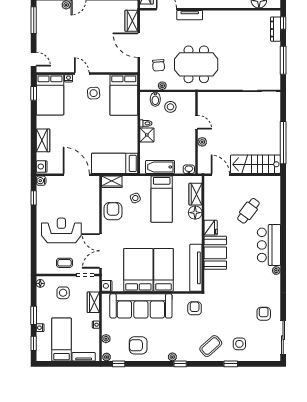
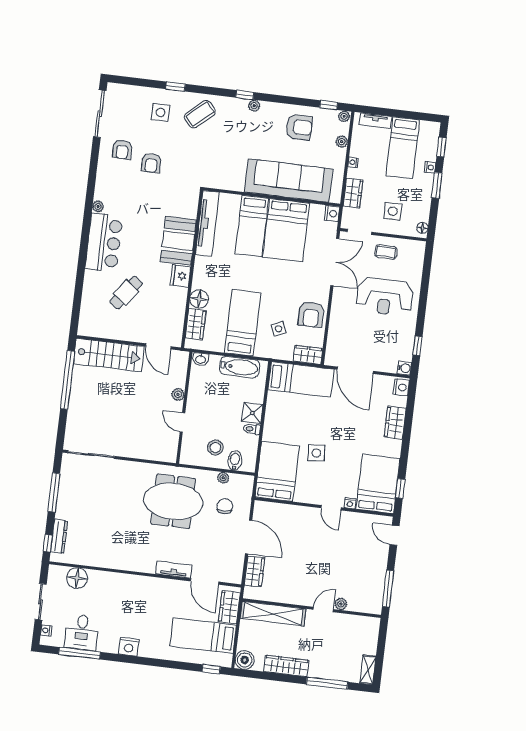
side table: (94, 93) -> (316, 453), moved
armchair: (195, 308) -> (151, 163), moved

